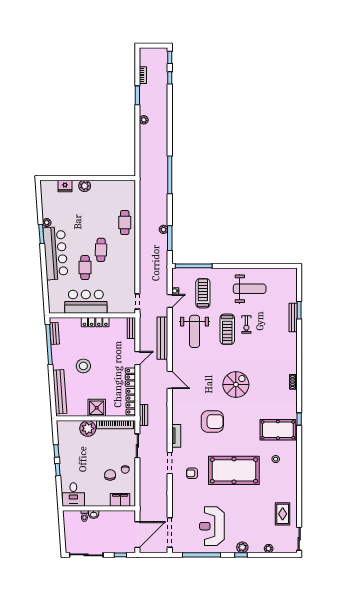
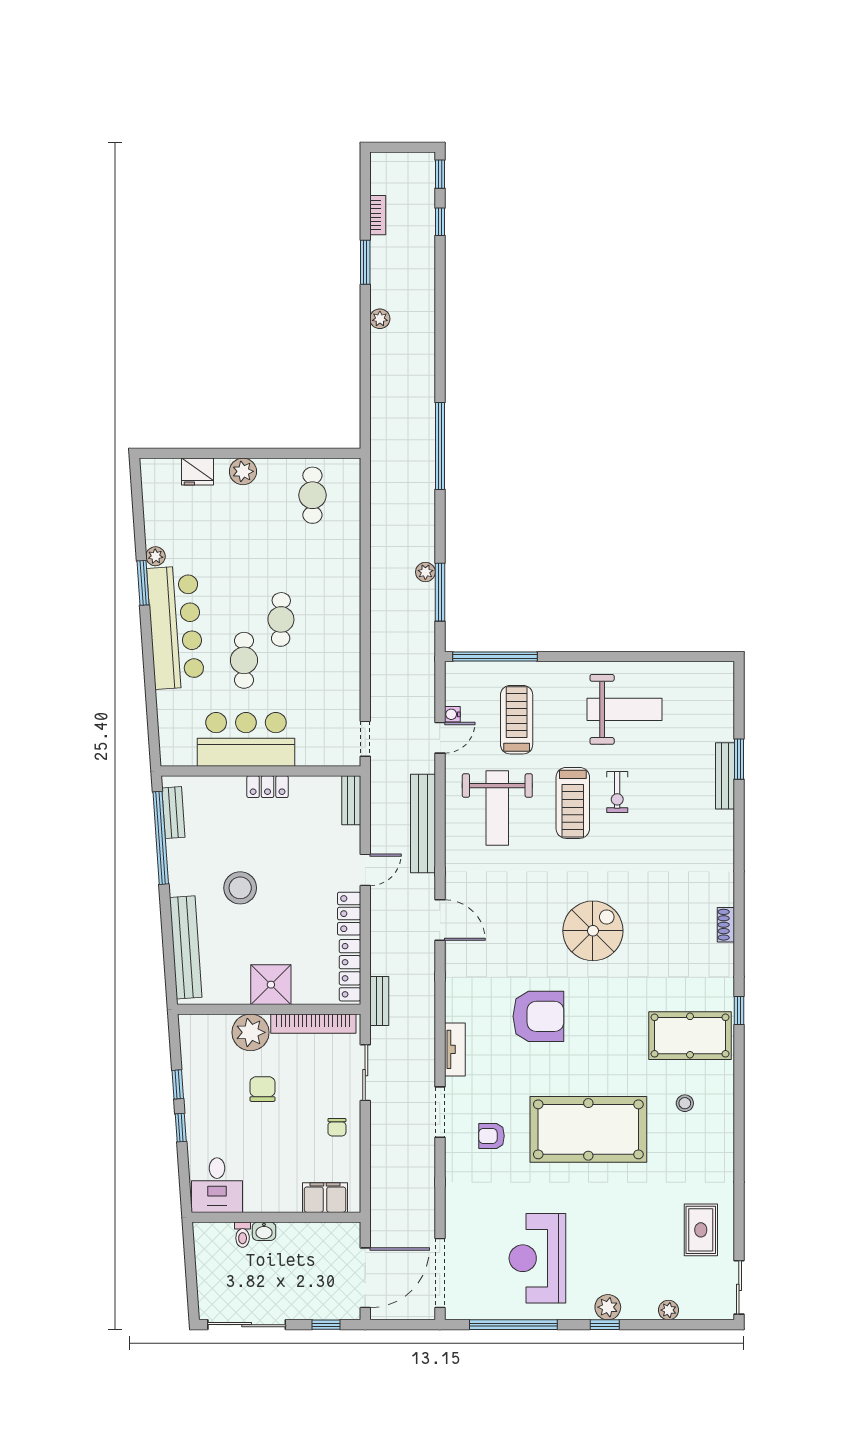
cafe table: (125, 223) -> (312, 495), moved
locker: (95, 322) -> (268, 787), width x0.66
chair: (110, 475) -> (262, 1089), moved

